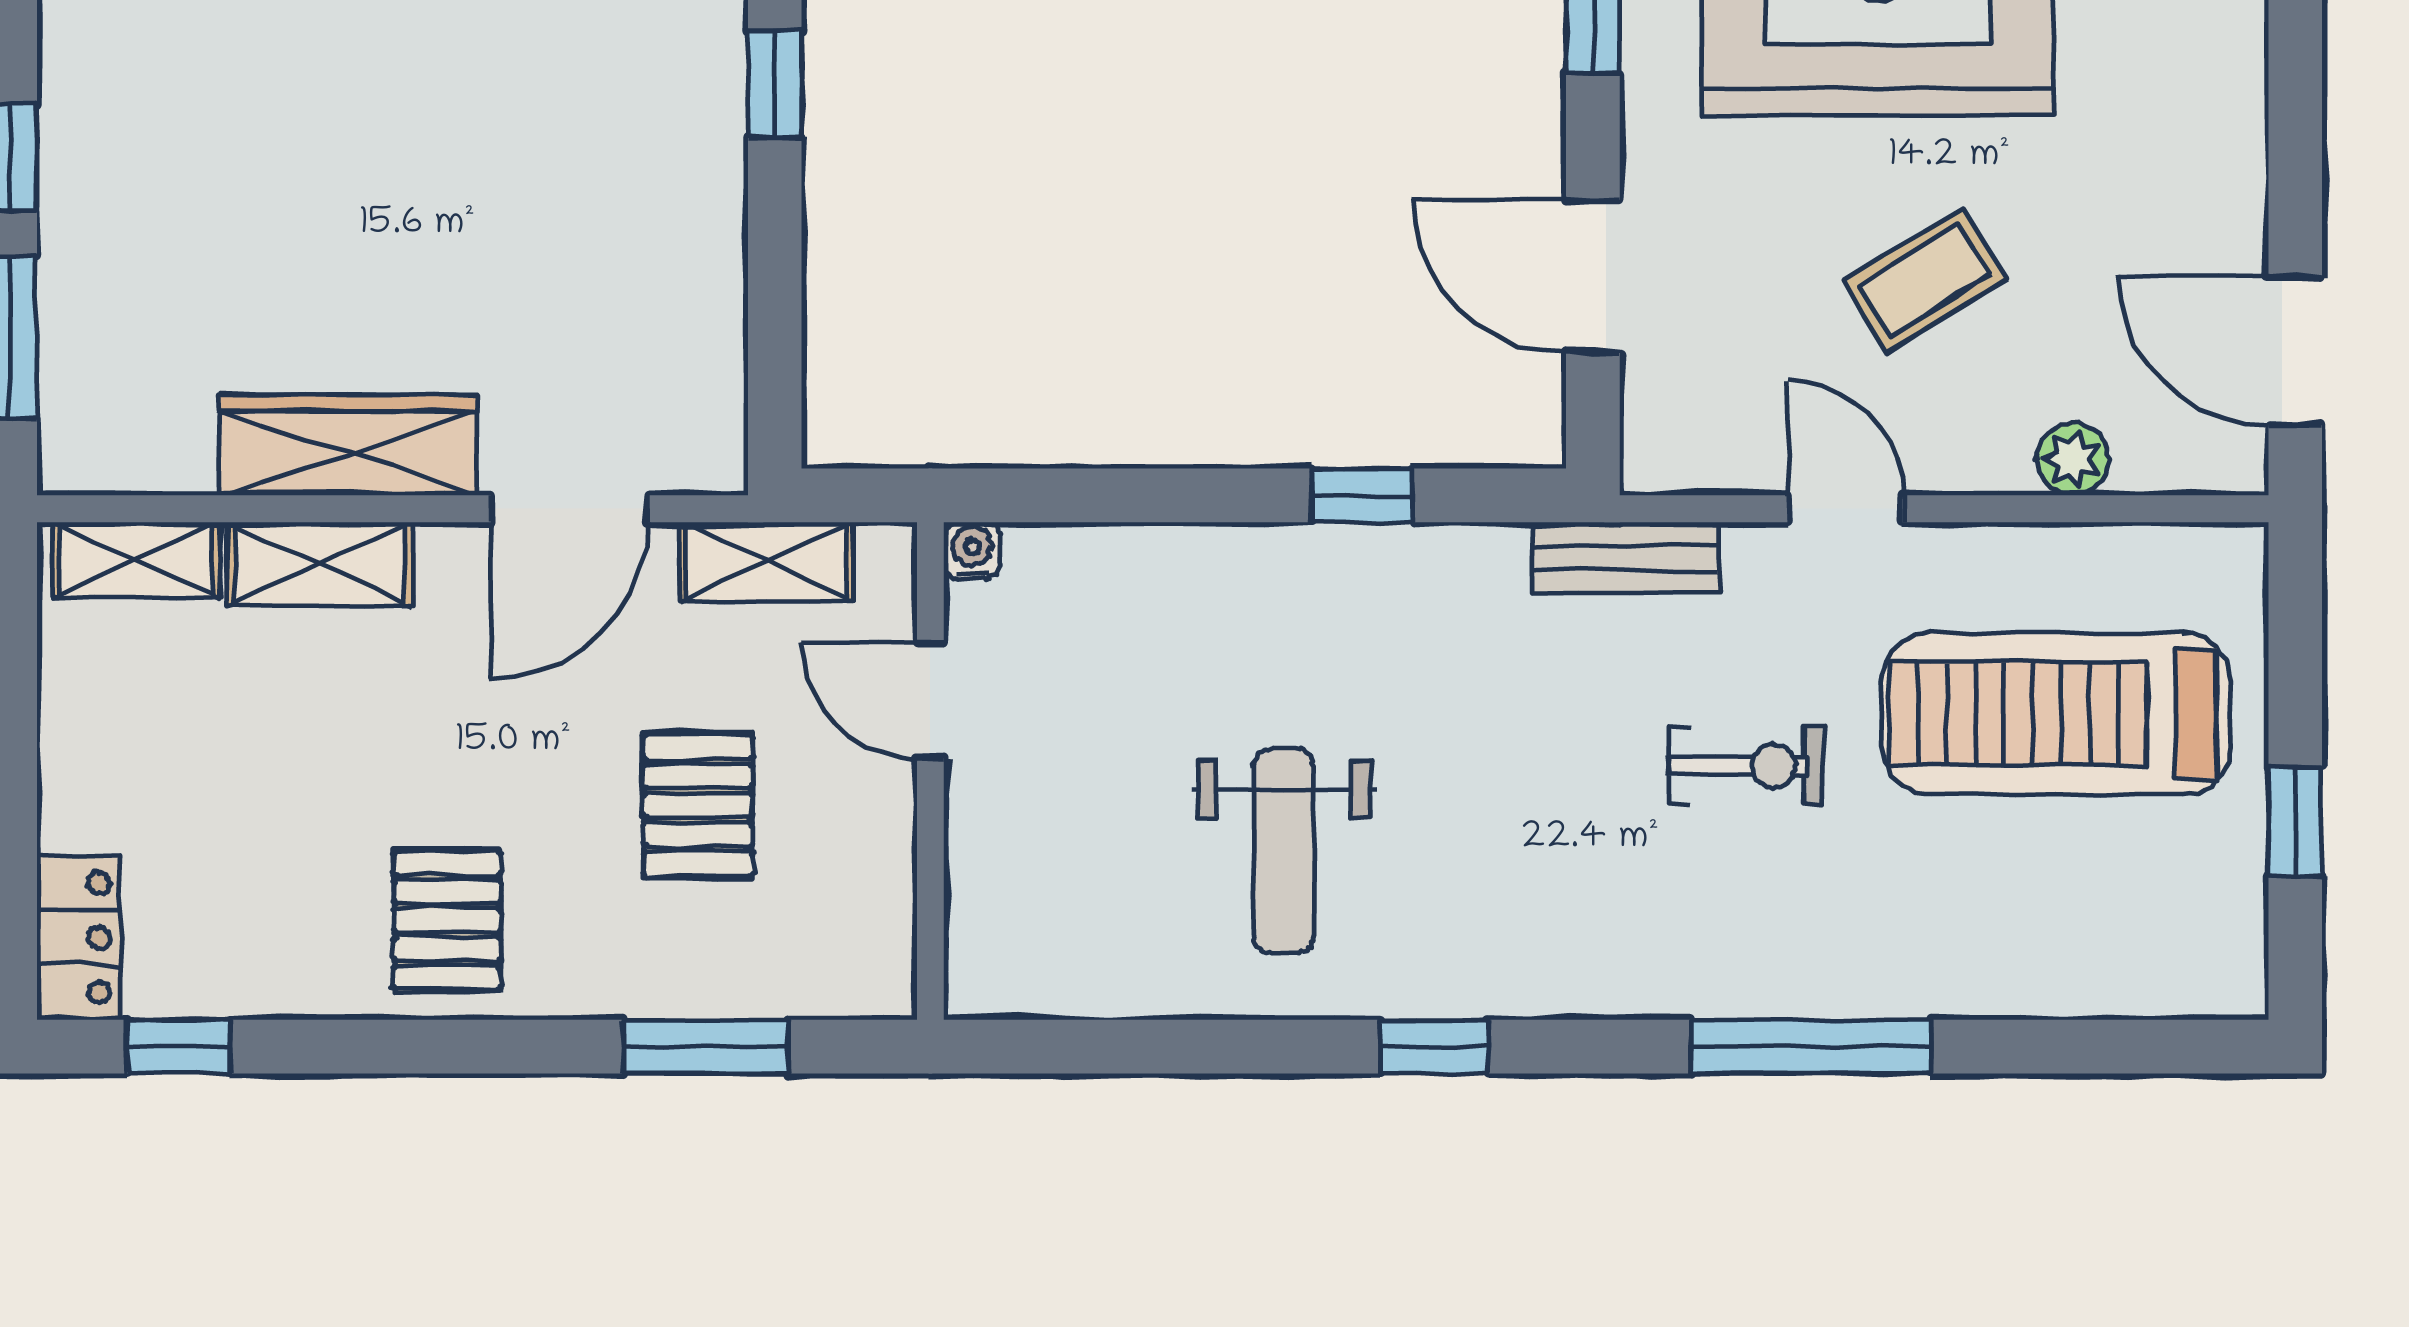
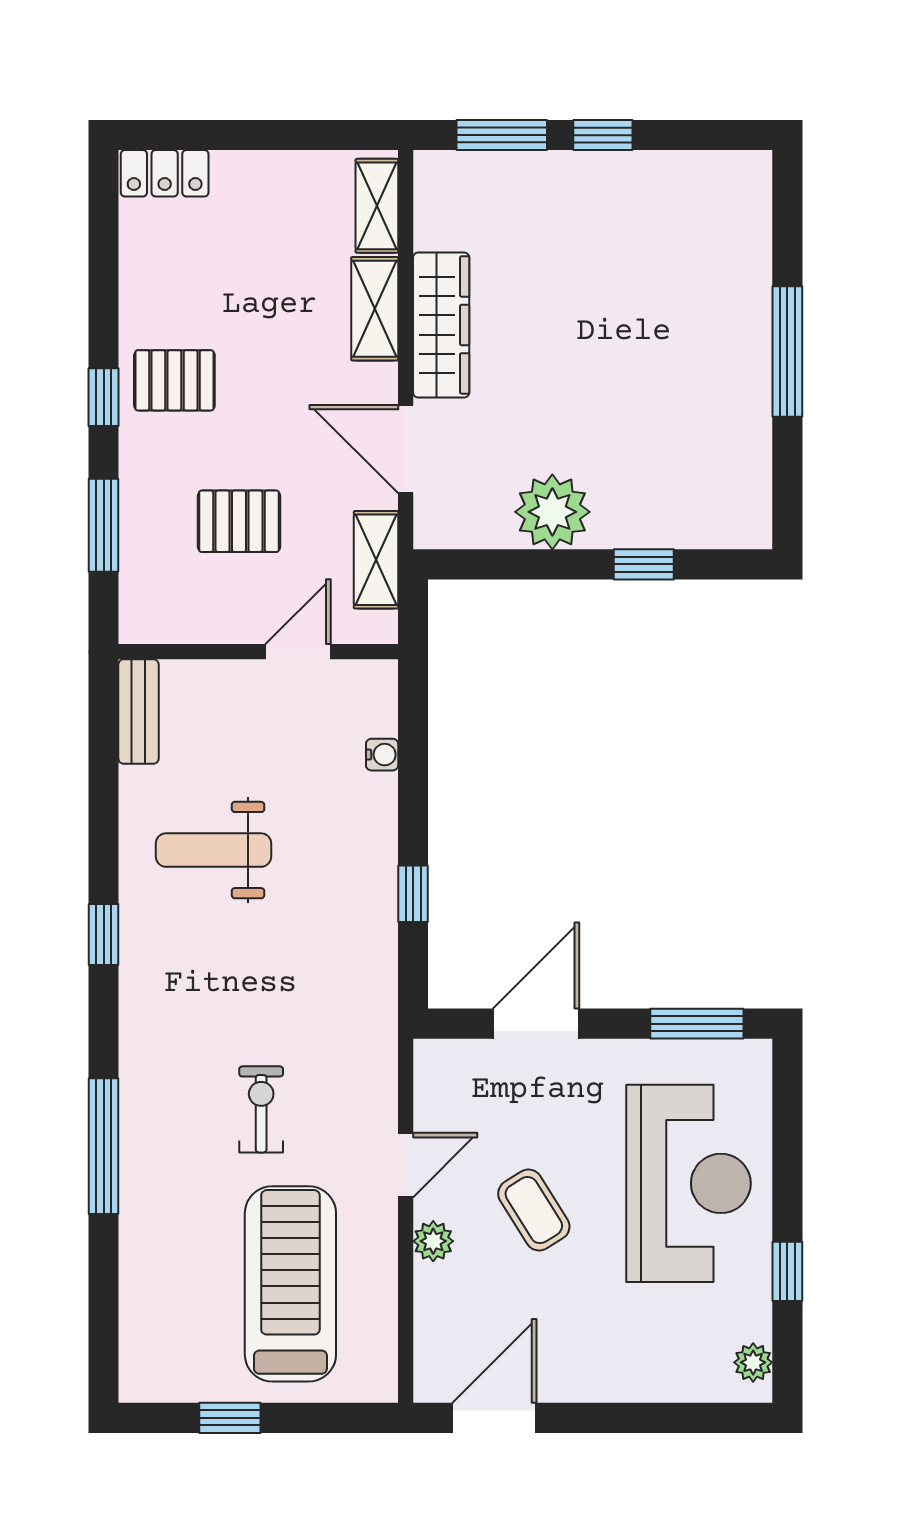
plant: (681, 247) -> (552, 512), added
plant: (2073, 459) -> (433, 1241), moved
water cooler: (972, 551) -> (382, 755), moved
bench: (1626, 558) -> (139, 712), moved
exercise bike: (1746, 766) -> (261, 1109), turned 180
window: (179, 1047) -> (104, 397), moved

